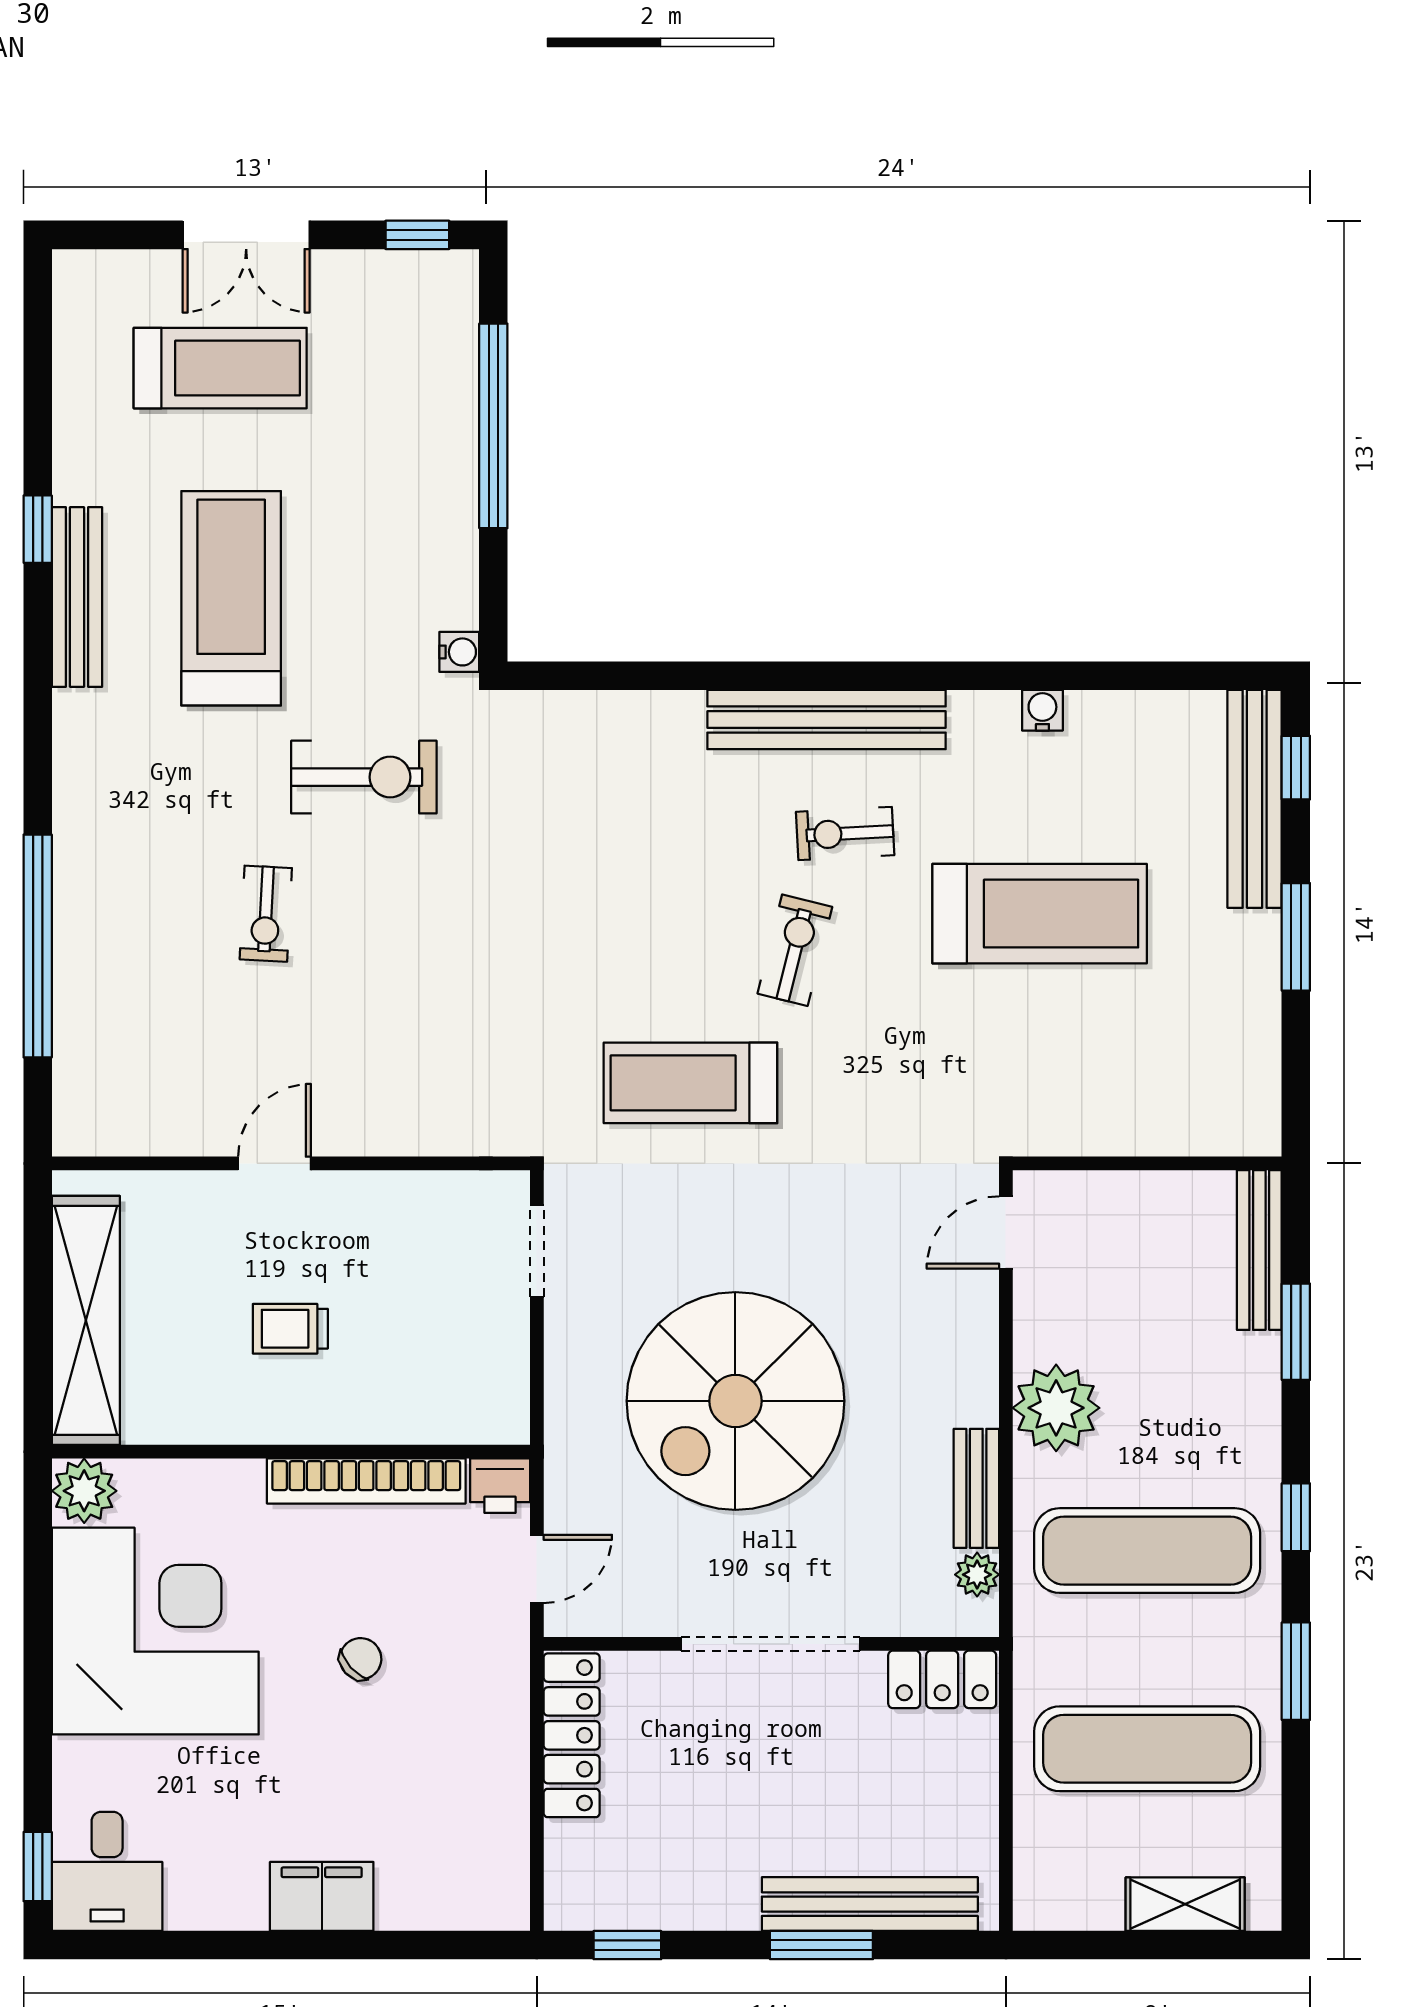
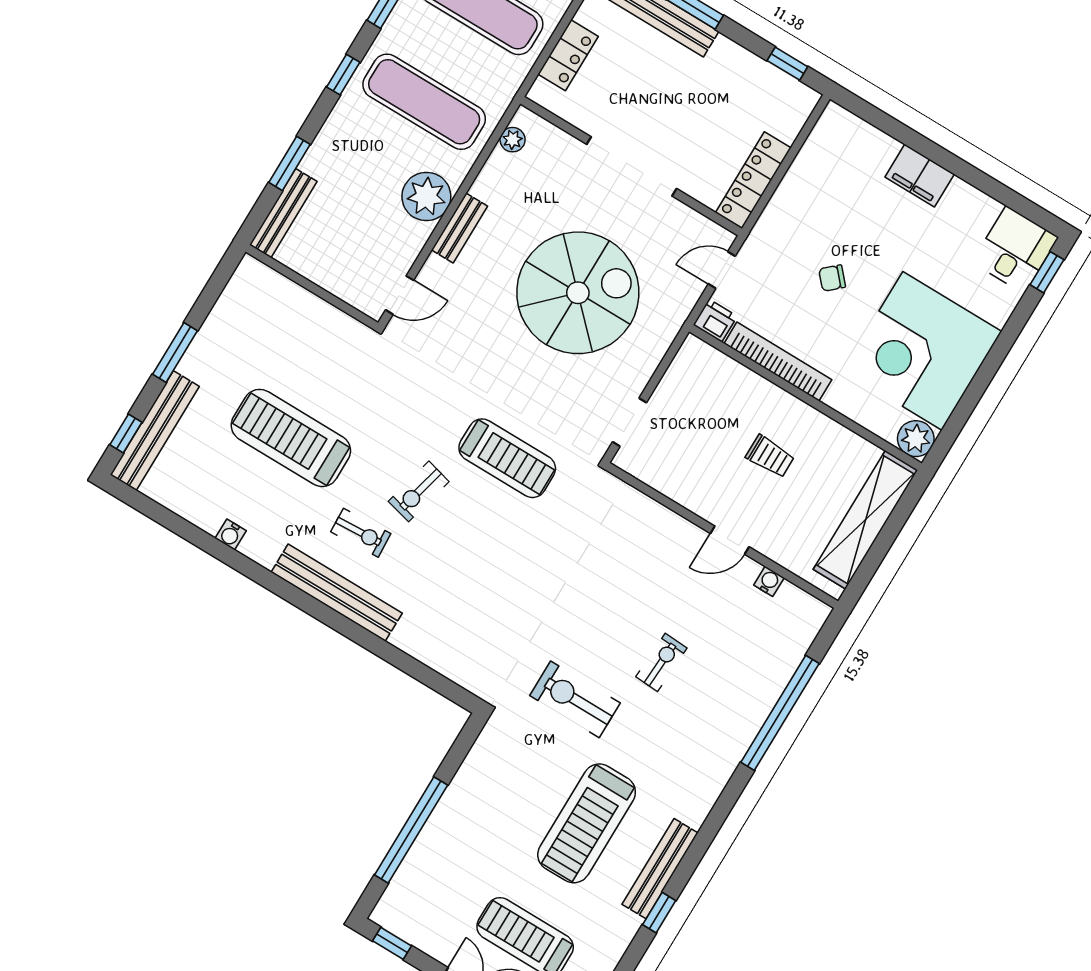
water cooler: (459, 652) -> (769, 581), moved, turned 90
bench: (976, 1488) -> (459, 228), moved
locker: (942, 1679) -> (568, 55), moved, turned 90

